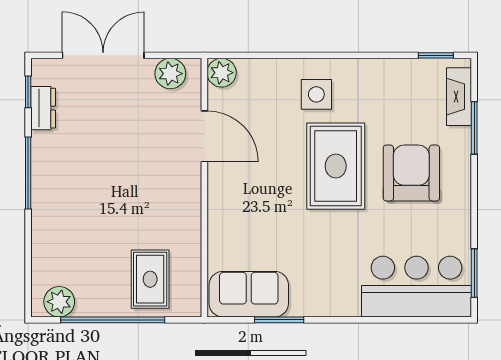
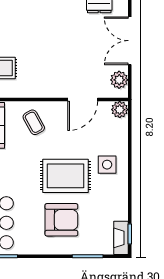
double door: (103, 55) -> (130, 41), swing flipped
fireplace: (459, 97) -> (121, 238), moved, turned -90
coffee table: (244, 221) -> (34, 122), added

